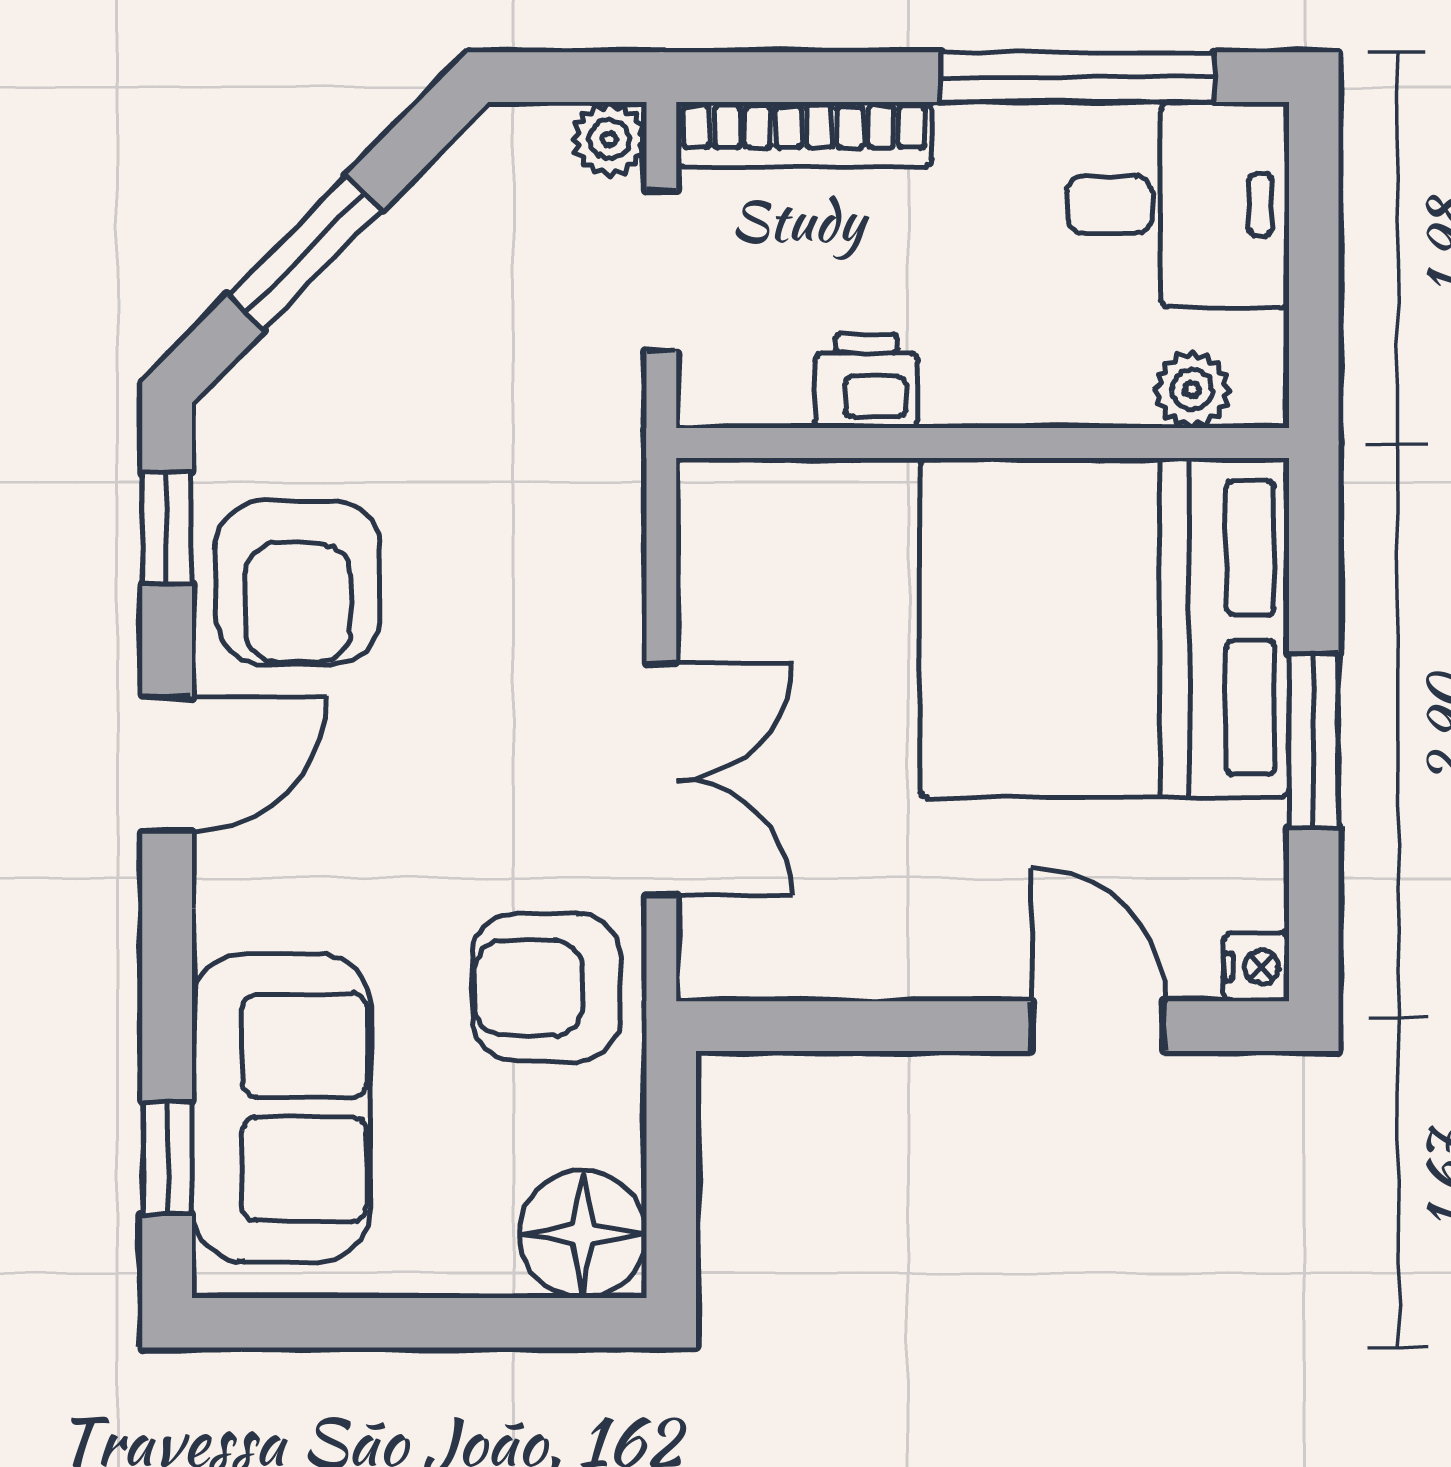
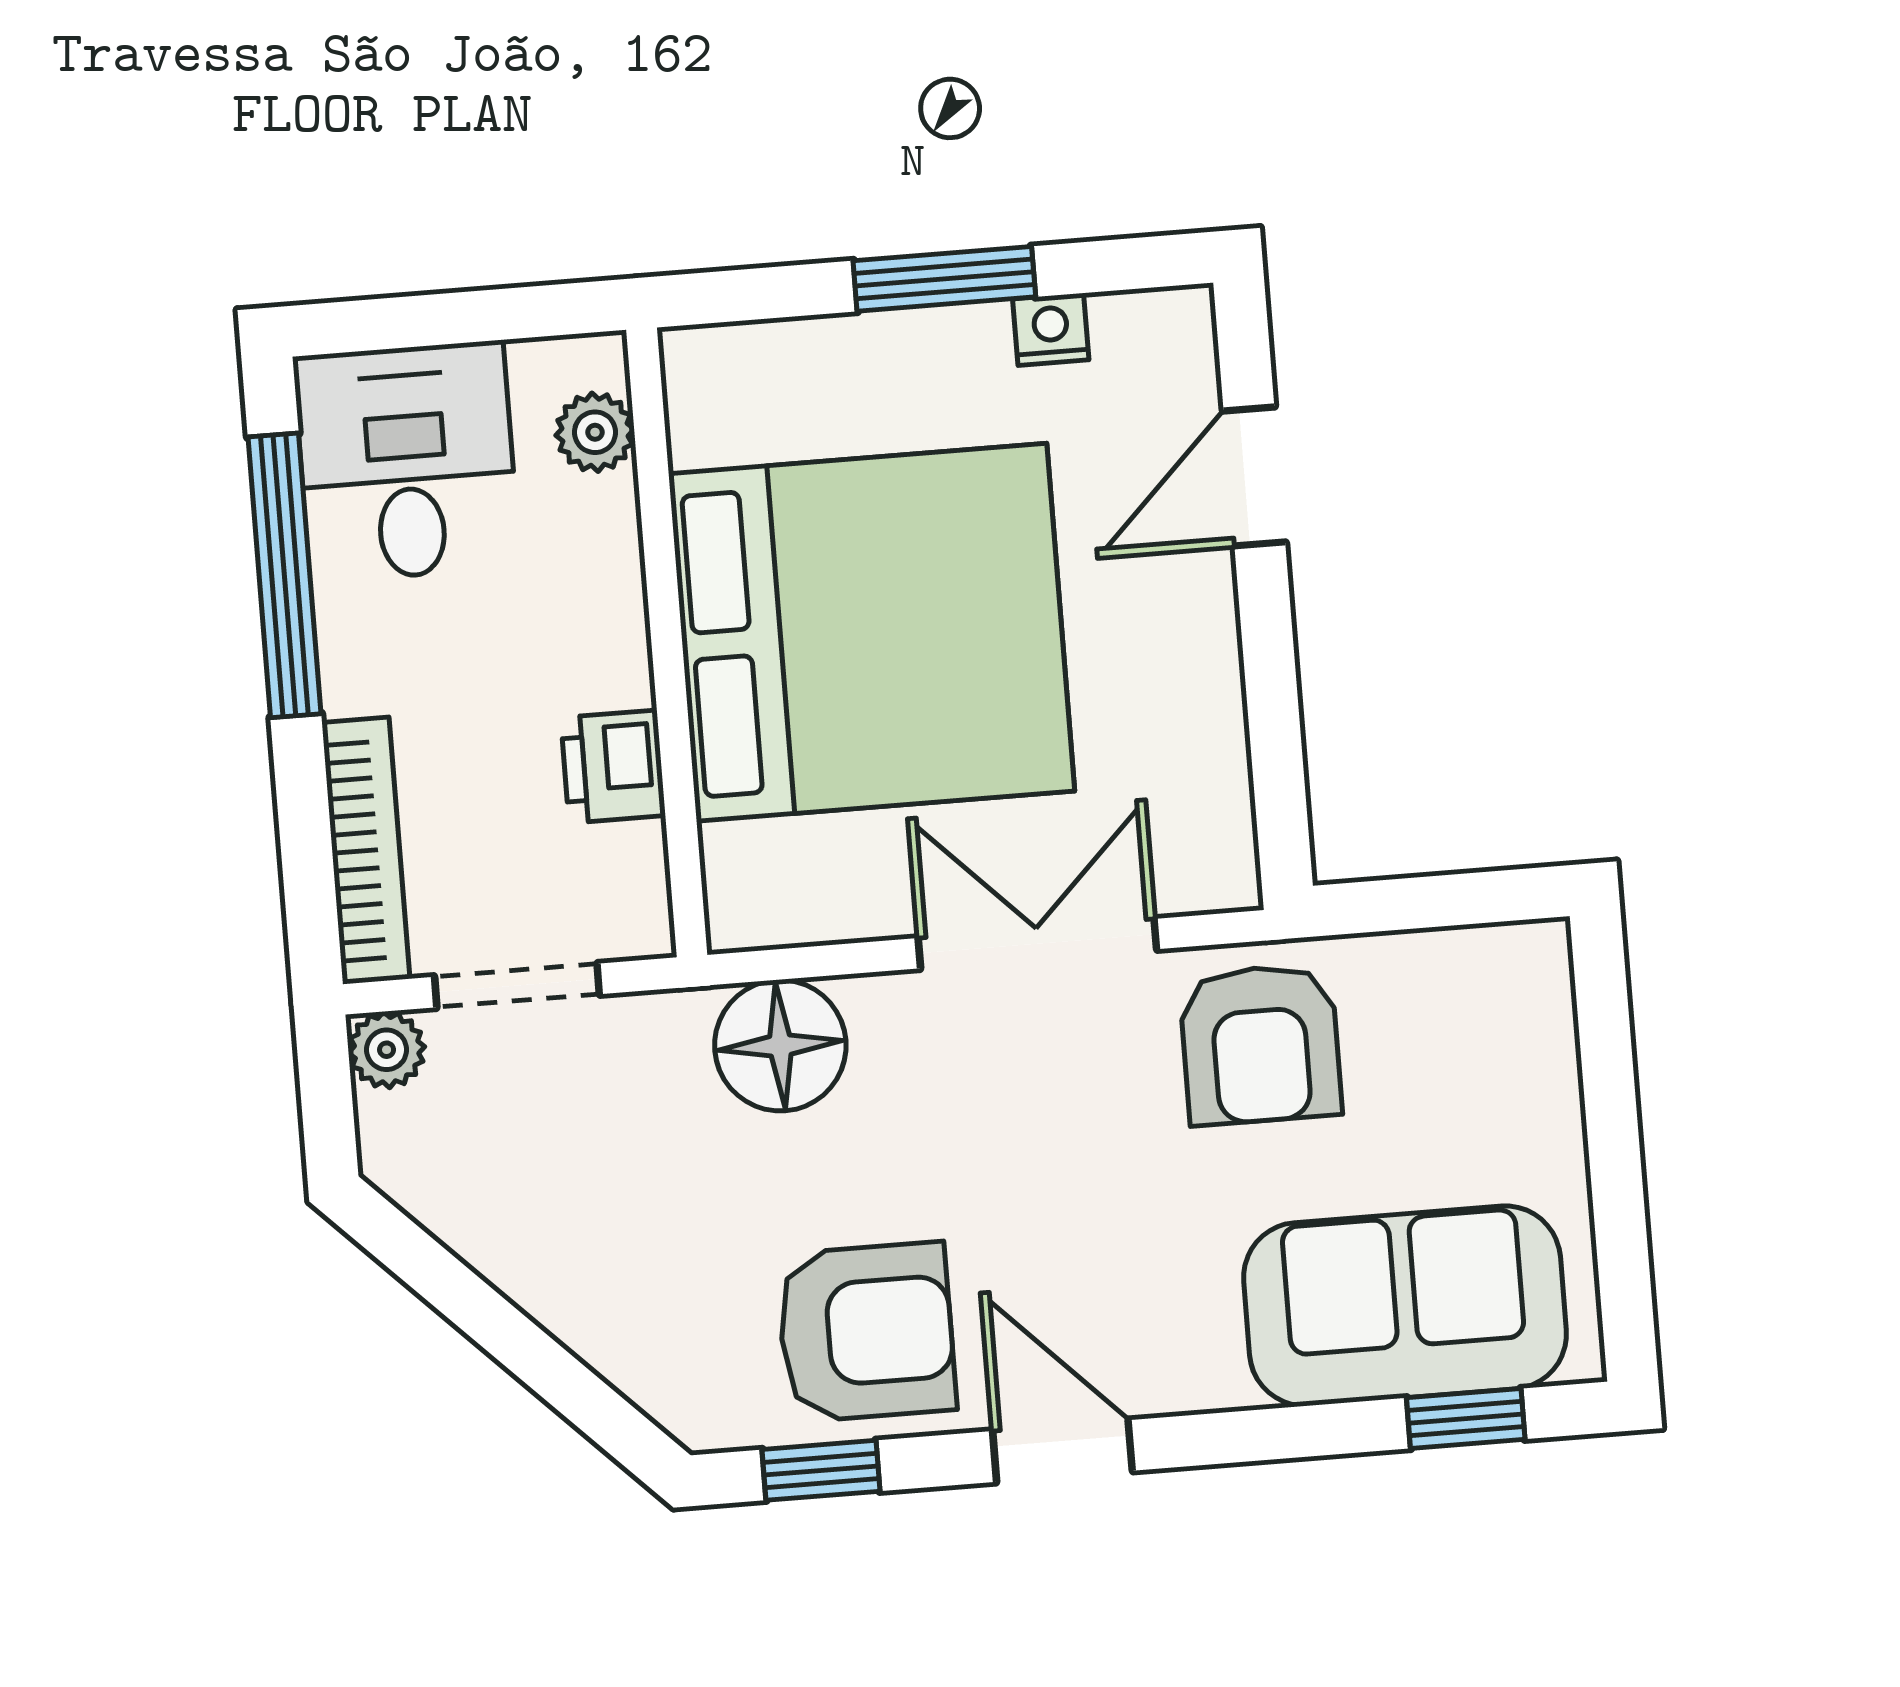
window: (305, 253) -> (528, 1352), removed
bed: (1104, 628) -> (872, 632), moved, turned -90
nightstand: (1256, 967) -> (1051, 329), moved
floor lamp: (583, 1234) -> (780, 1045), moved

